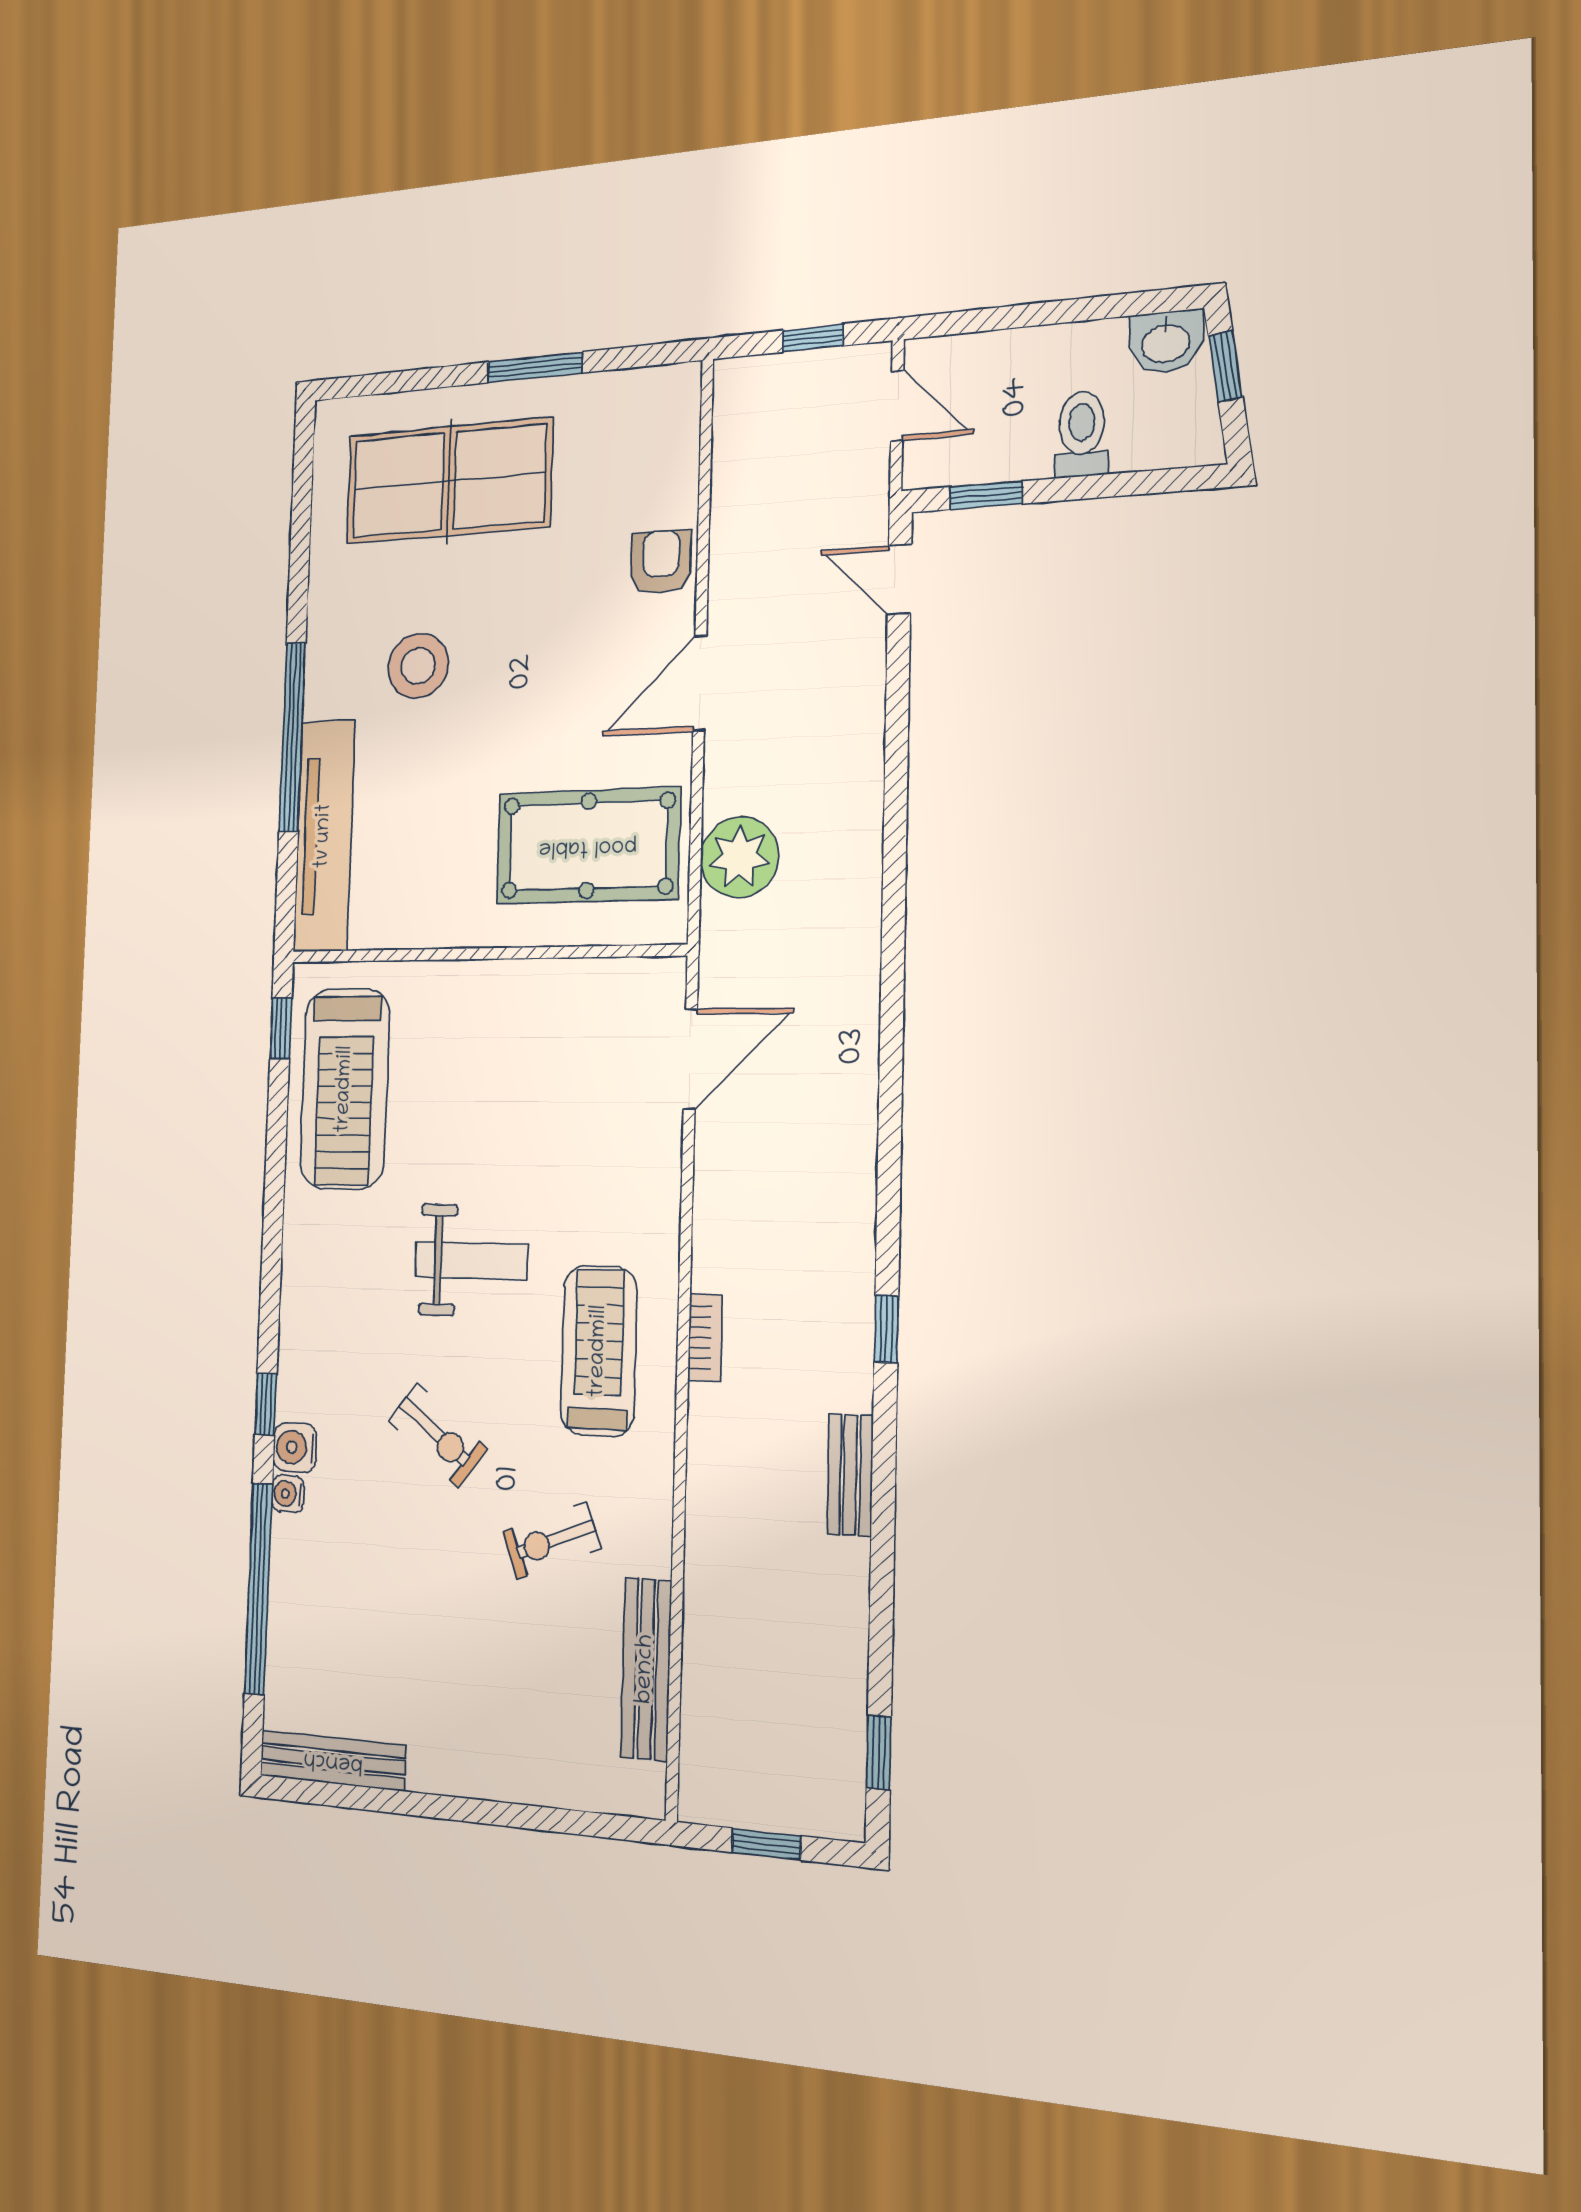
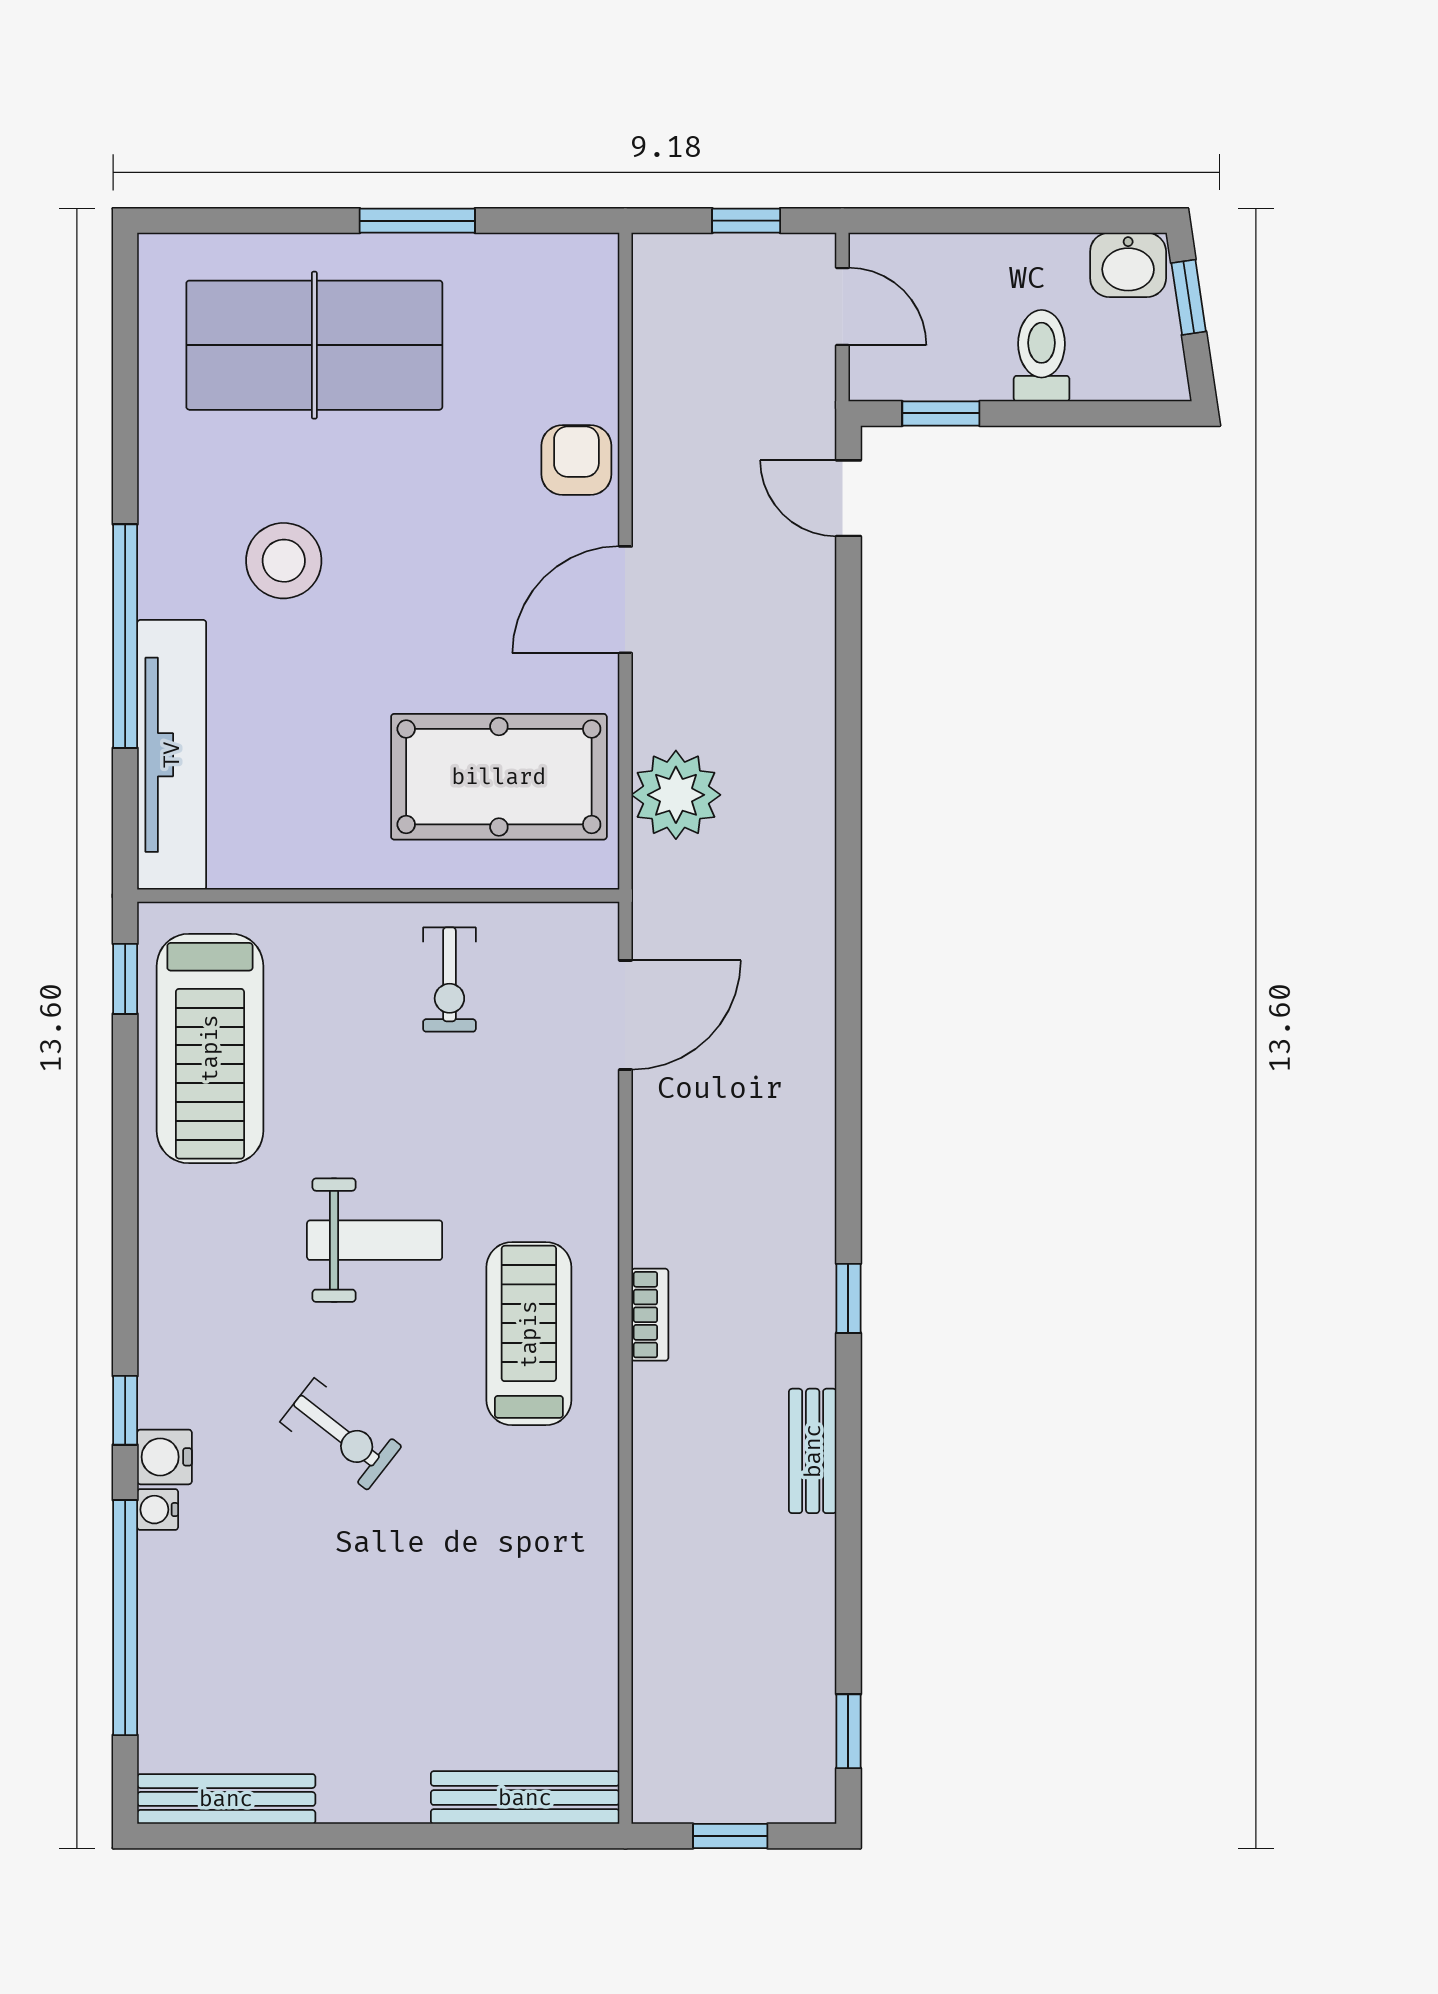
exercise bike: (552, 1541) -> (449, 980), moved, turned -68
bench: (646, 1669) -> (525, 1798), moved, turned 90

